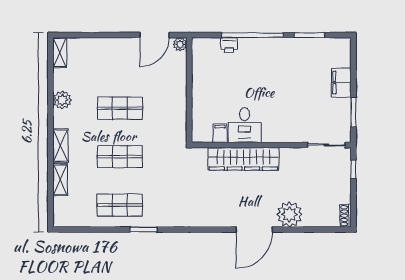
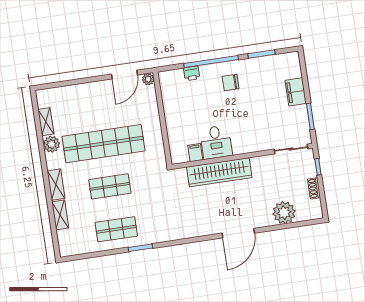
shelving: (60, 53) -> (46, 122), moved
chair: (271, 61) -> (231, 82), added
shop shelf: (120, 108) -> (103, 144), width x2.00, depth x1.36
plant: (289, 214) -> (284, 213), moved
shoe rack: (345, 216) -> (314, 188), moved

